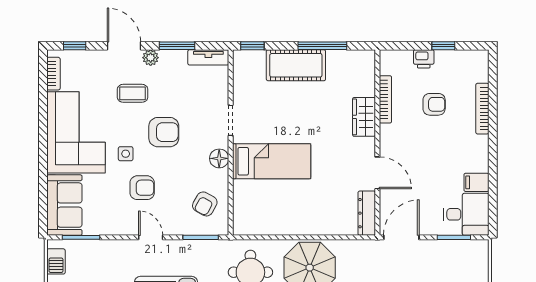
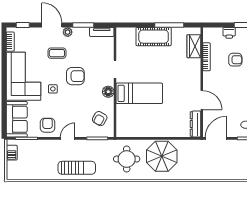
window: (252, 46) -> (128, 25), removed
wardrobe: (364, 117) -> (194, 46), moved
armchair: (142, 188) -> (47, 125), moved, turned -90
door: (151, 237) -> (68, 138), hinge flipped

